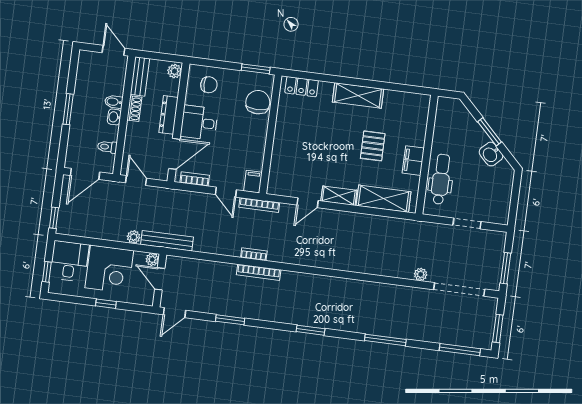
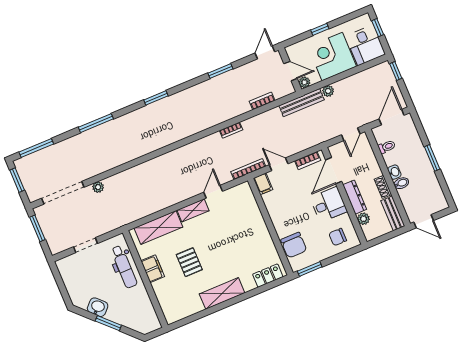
plant: (175, 71) -> (364, 219), moved
door: (136, 180) -> (351, 134), hinge flipped
bookcase: (259, 272) -> (262, 101), moved, width x0.64

